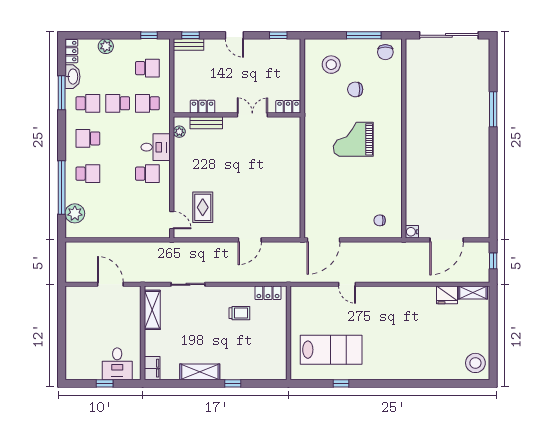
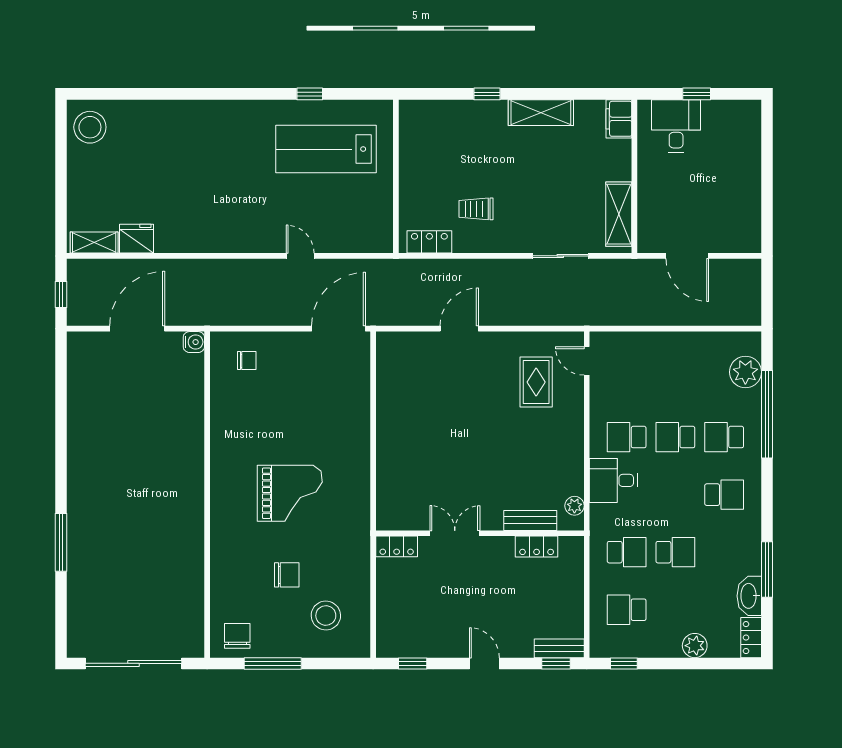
school desk: (88, 103) -> (675, 437), moved
double door: (252, 115) -> (455, 533), swing flipped

